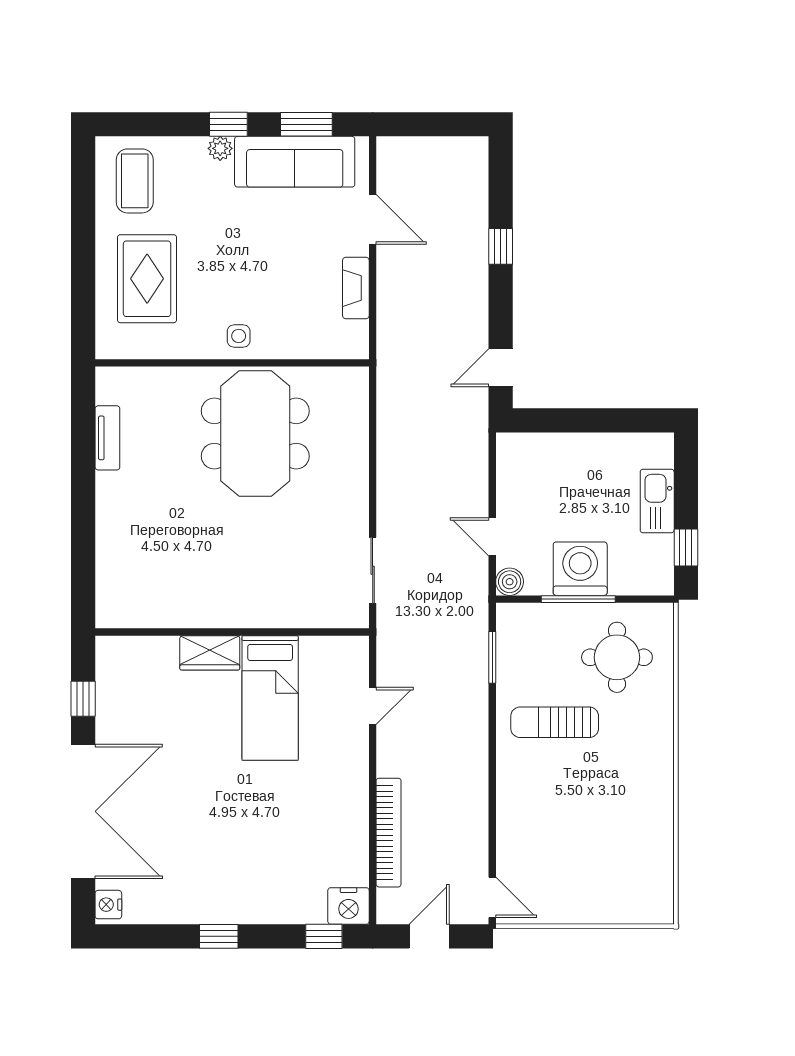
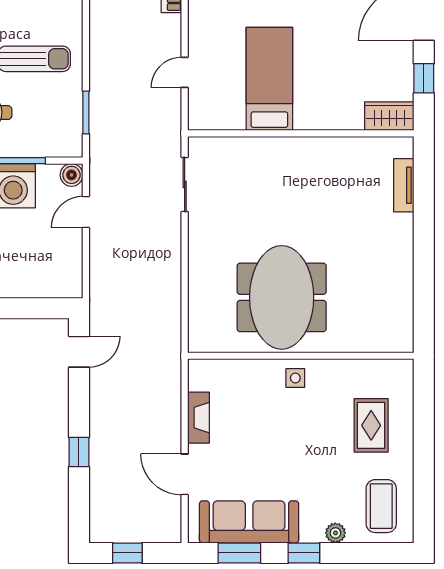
window: (442, 124) -> (127, 553), added
plant: (220, 148) -> (335, 533), moved
rug: (147, 279) -> (371, 425), width x0.73, depth x0.70
tv unit: (107, 438) -> (404, 185), moved
door: (492, 537) -> (86, 212), swing flipped
wardrobe: (210, 653) -> (389, 116), moved

